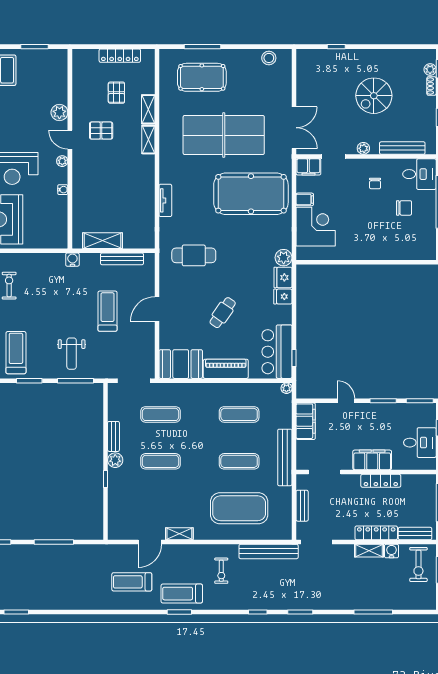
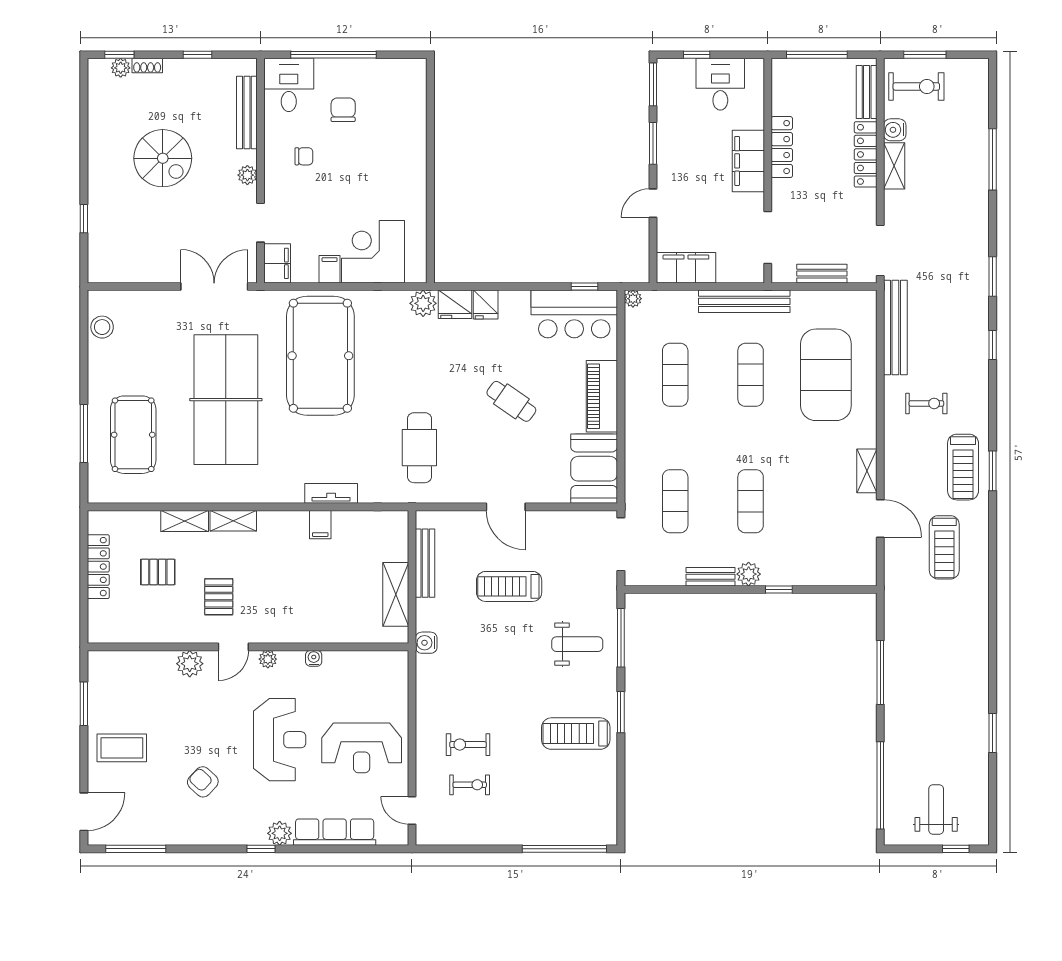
filing cabinet: (146, 194) -> (320, 525), added

